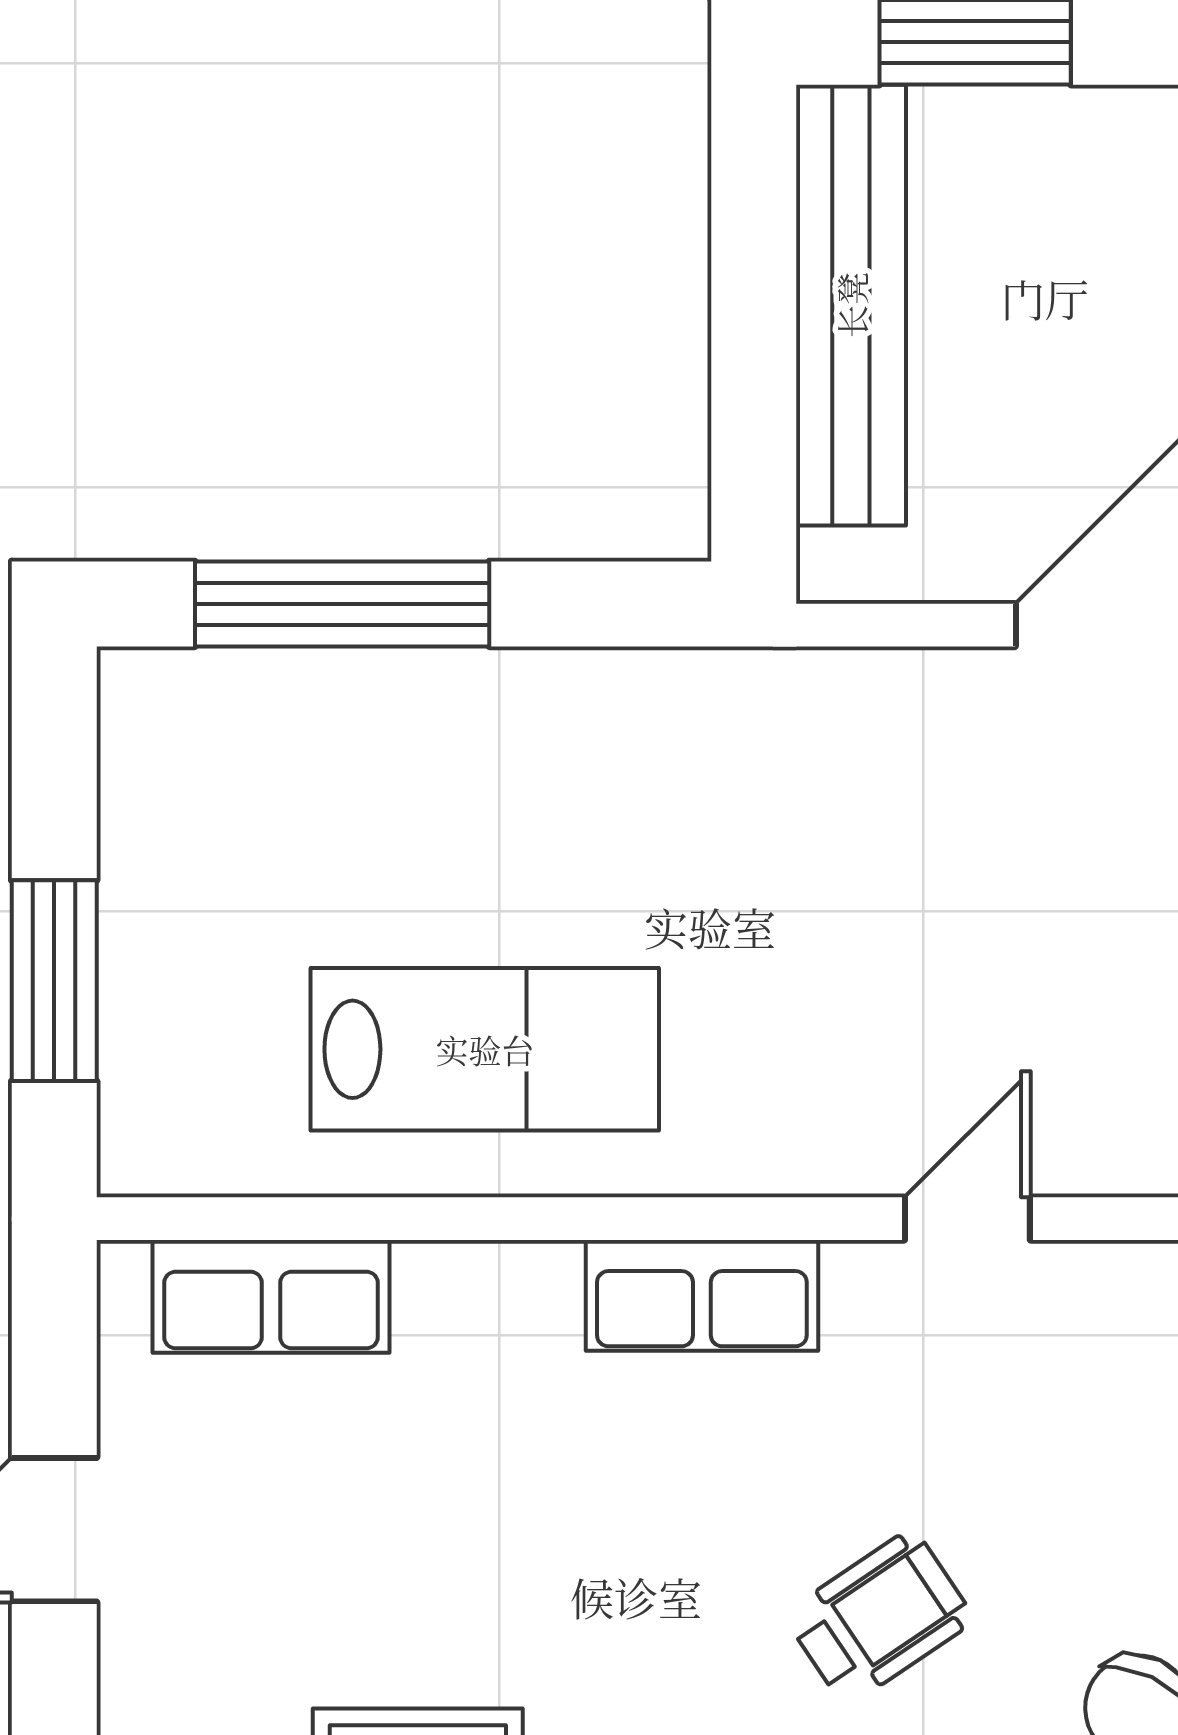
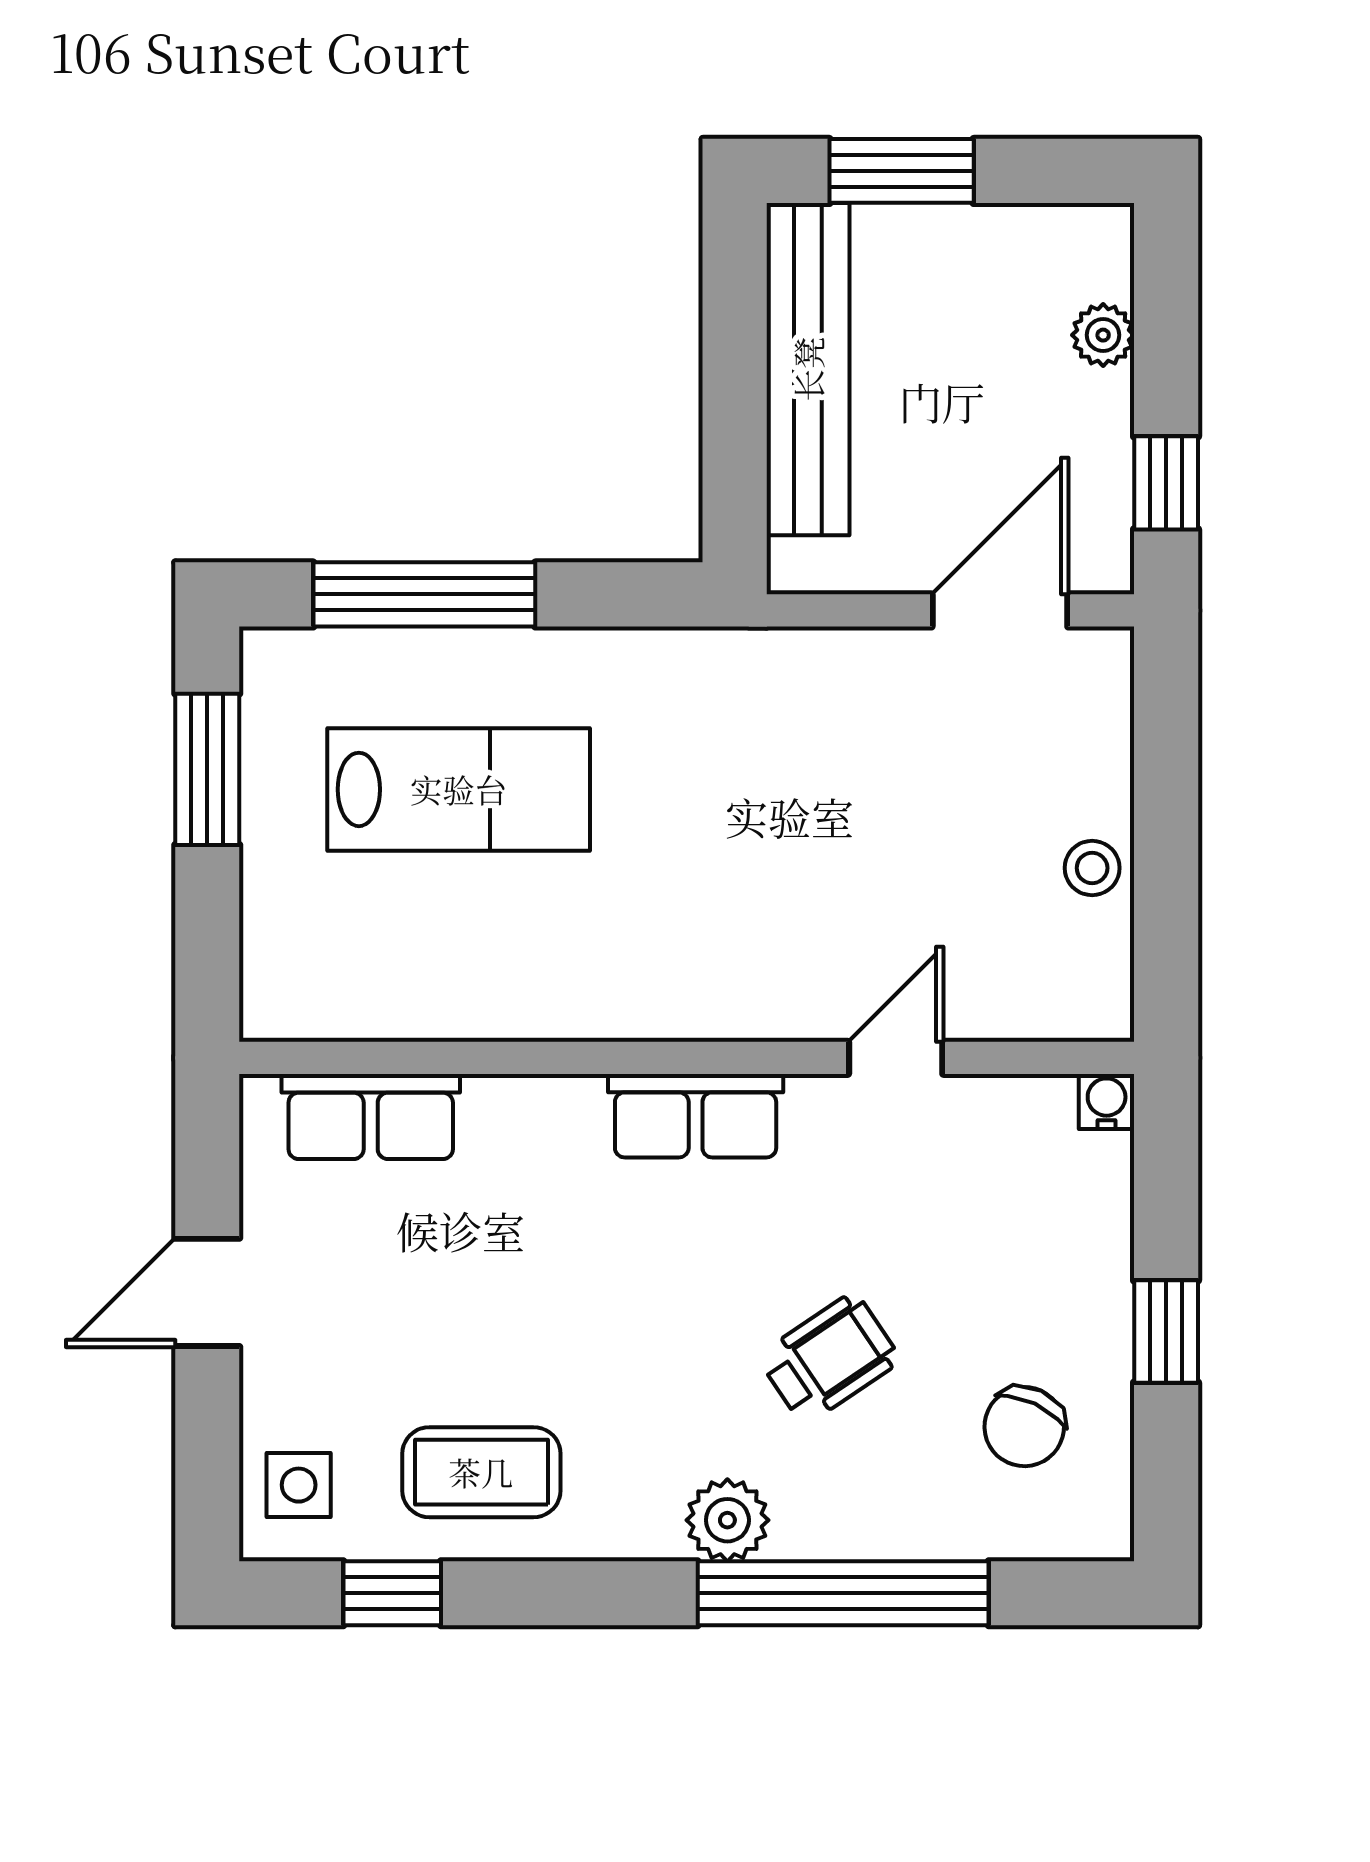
window: (54, 981) -> (207, 769), moved
lab bench: (485, 1049) -> (459, 789), moved

